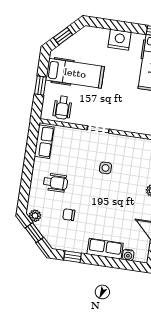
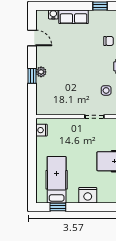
side table: (105, 168) -> (106, 90), moved

